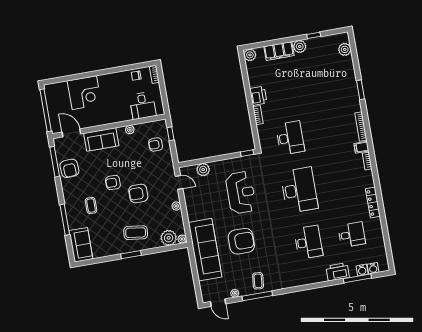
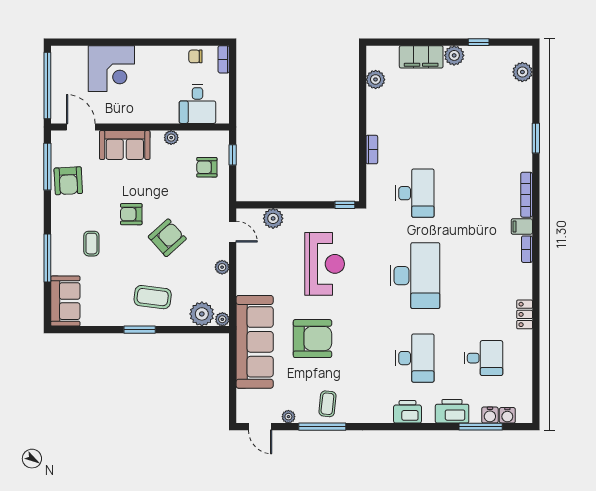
plant: (250, 55) -> (376, 79), moved
printer: (258, 96) -> (408, 412), moved, turned -90
armchair: (138, 193) -> (167, 238), turned 138
locker: (373, 203) -> (525, 314), width x0.66

